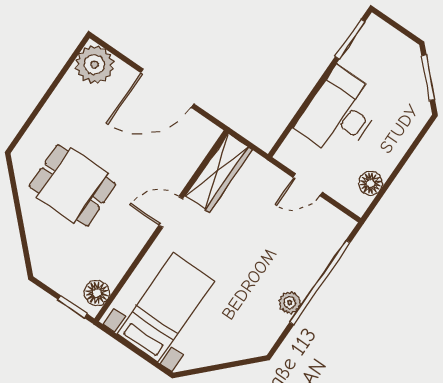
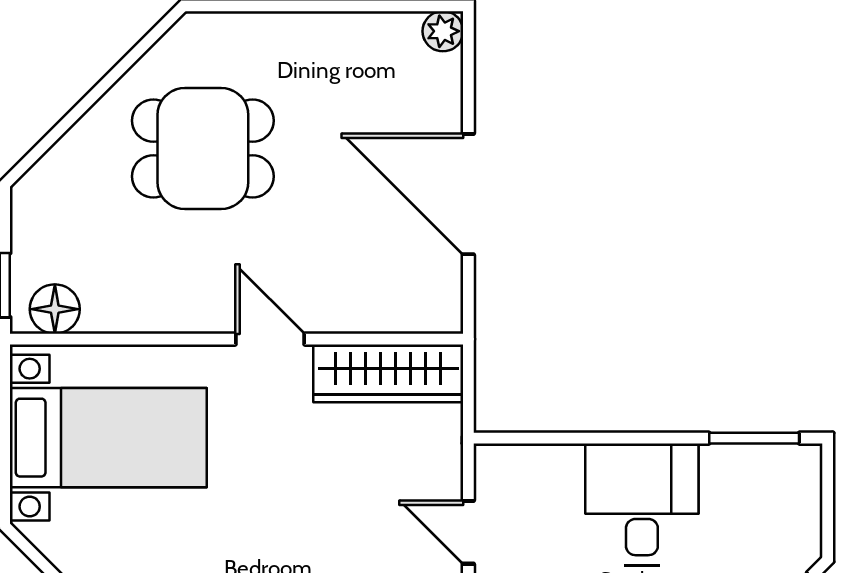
plant: (95, 65) -> (443, 31), width x0.53, depth x0.53
desk: (340, 113) -> (642, 504), width x0.73
dining table: (72, 185) -> (203, 149), turned 90

